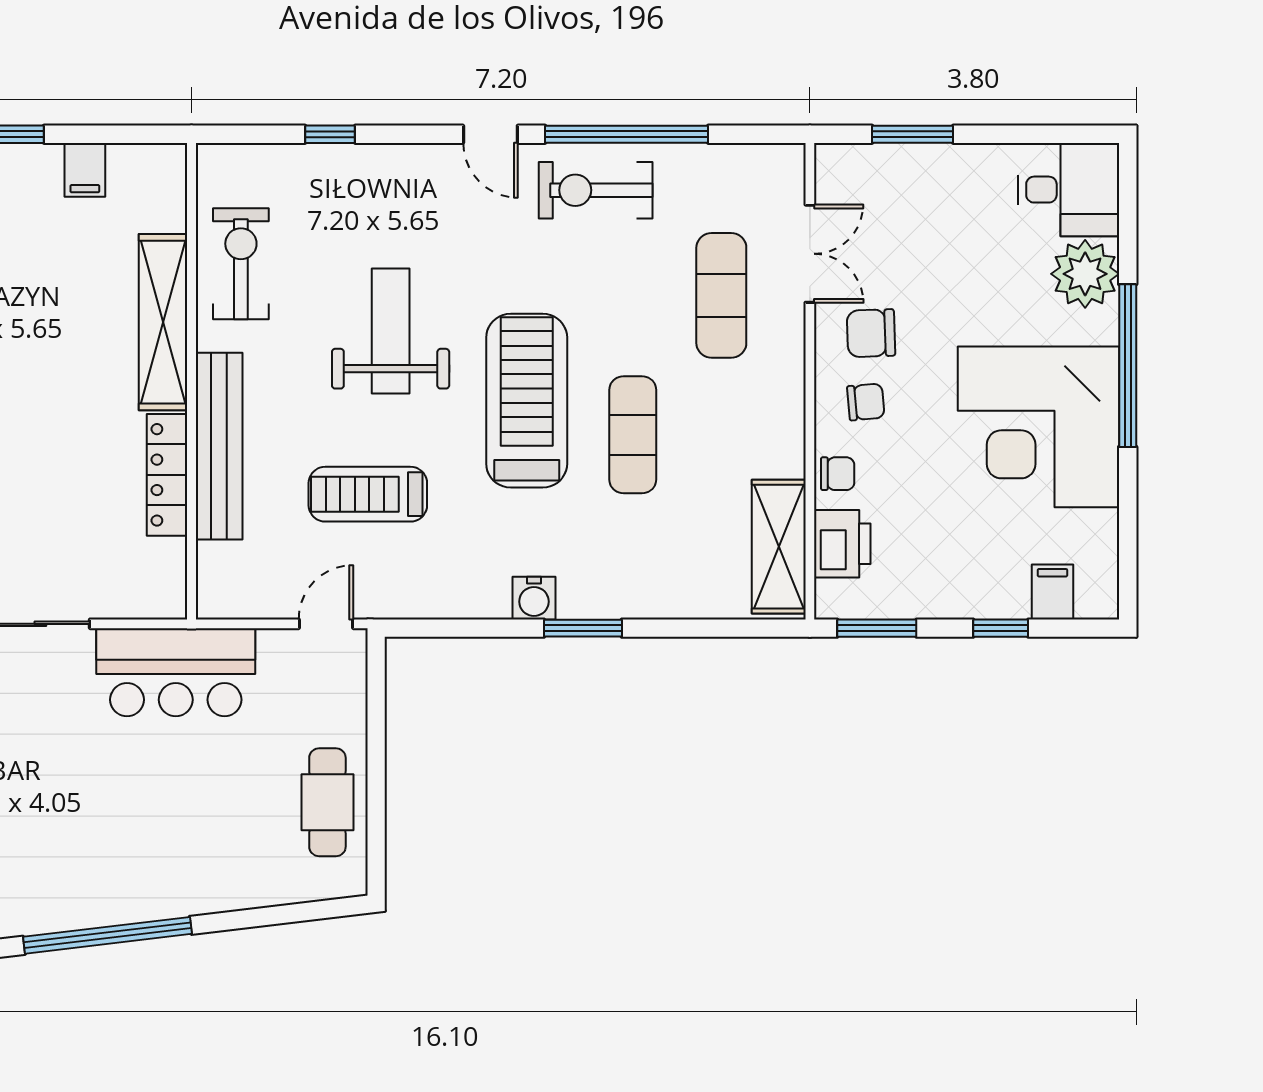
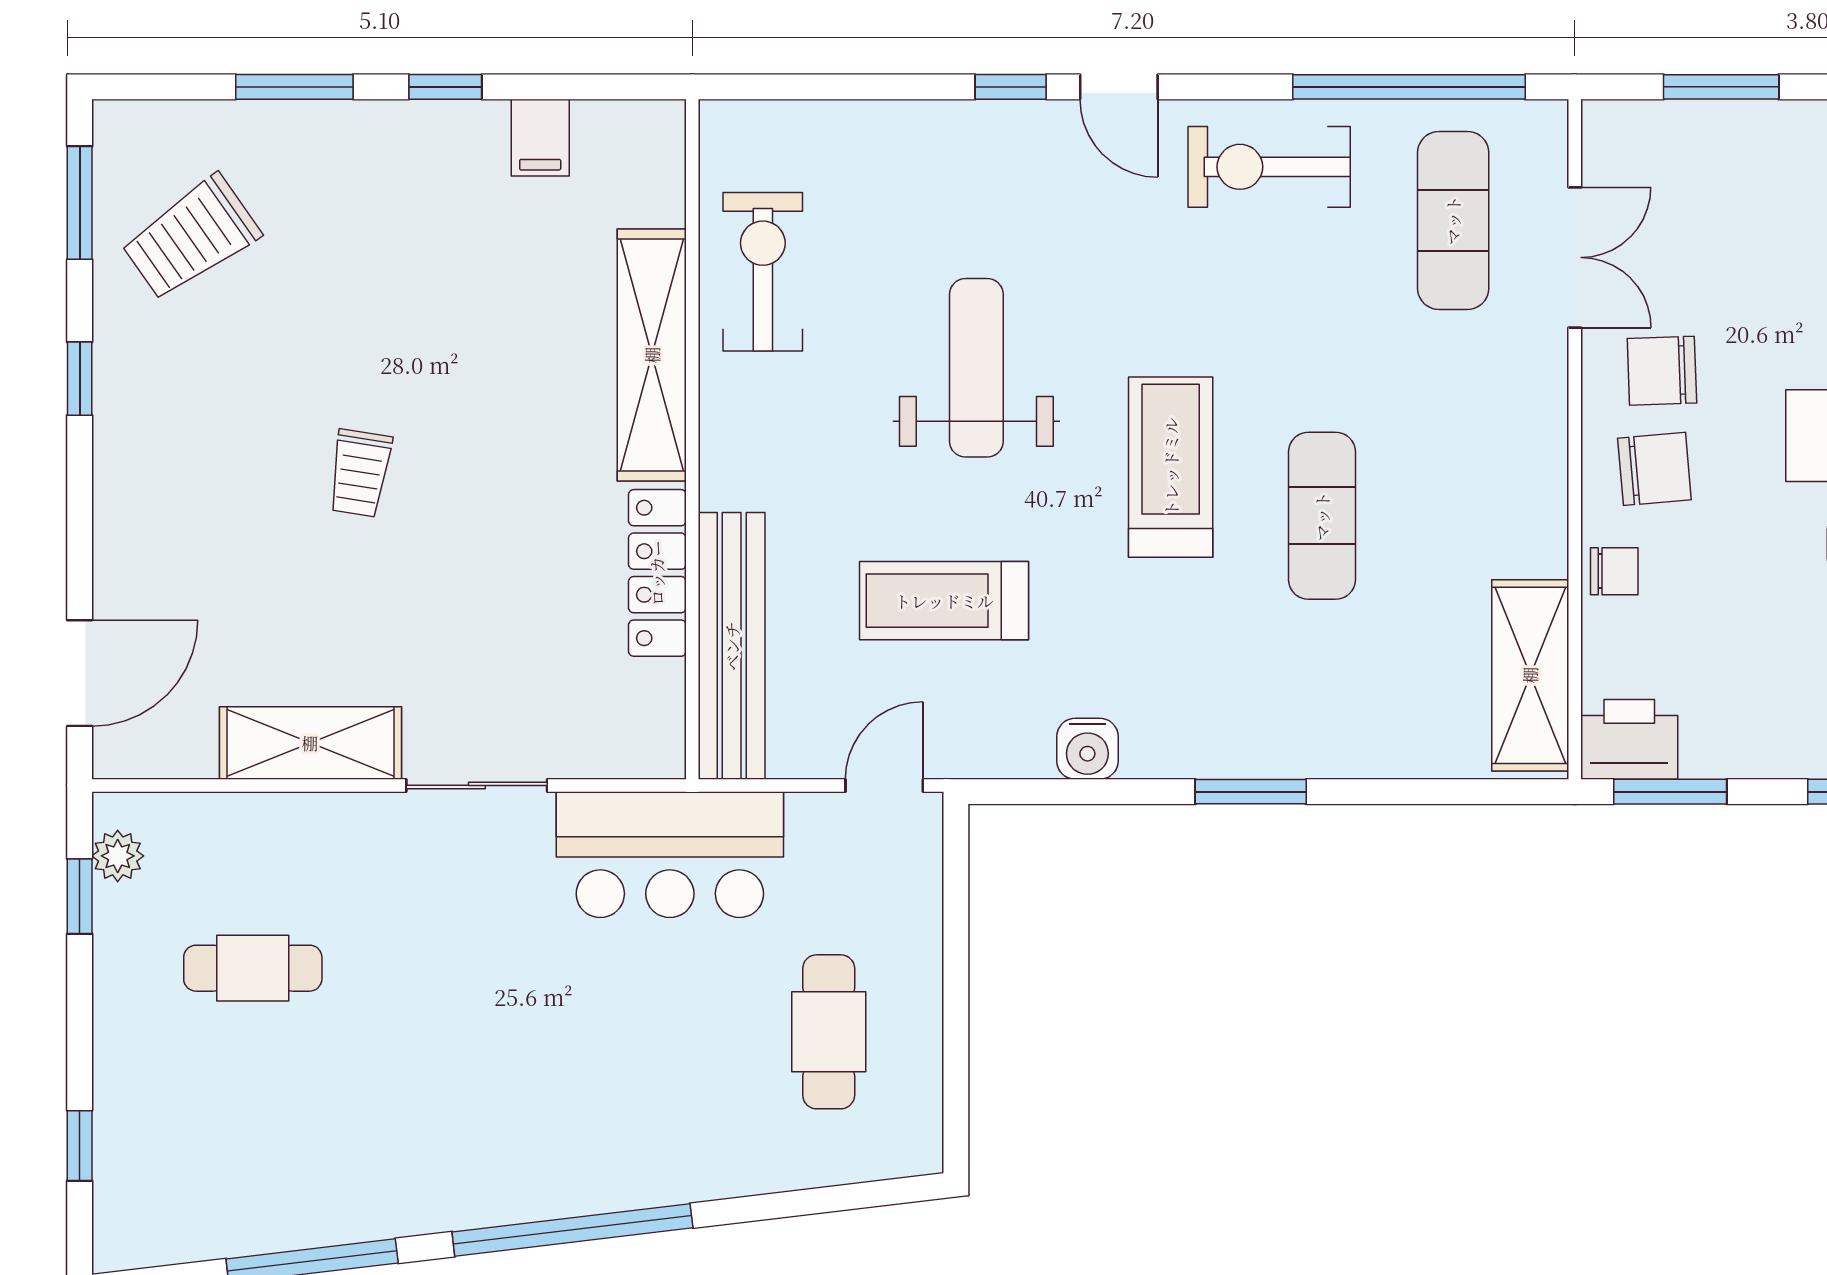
window: (330, 134) -> (1011, 87), moved
window: (627, 134) -> (1409, 87), moved
exercise mat: (721, 295) -> (1453, 220), moved
treadmill: (527, 401) -> (1171, 467), width x0.73, depth x0.73
chair: (866, 402) -> (1654, 469), width x1.37, depth x1.37
bench: (219, 446) -> (732, 646), moved
printer: (842, 544) -> (1629, 739), moved, turned -90
water cooler: (534, 598) -> (1087, 749), moved
cafe table: (327, 802) -> (829, 1032), moved

